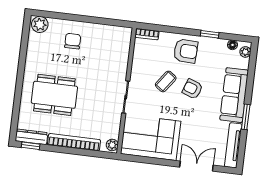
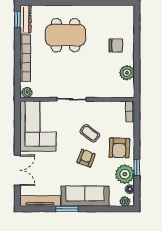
plant: (40, 24) -> (127, 73), moved
plant: (215, 48) -> (125, 174), added
dining table: (54, 95) -> (66, 35), turned 90

